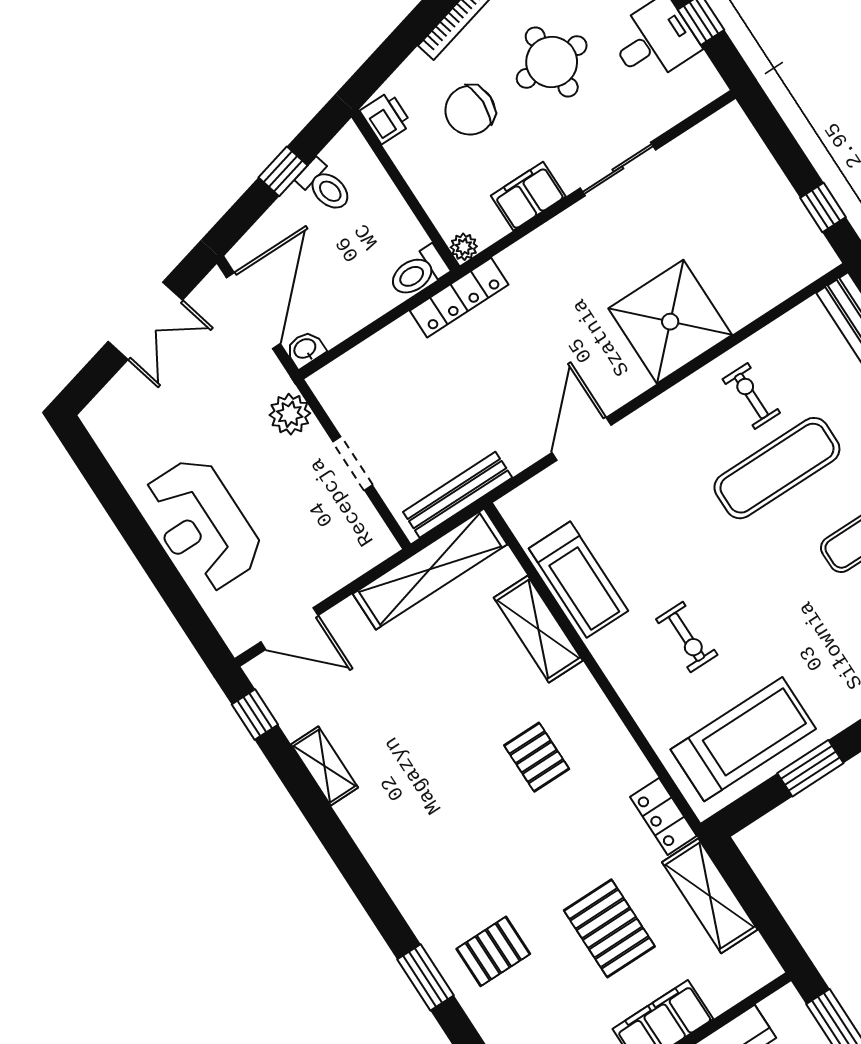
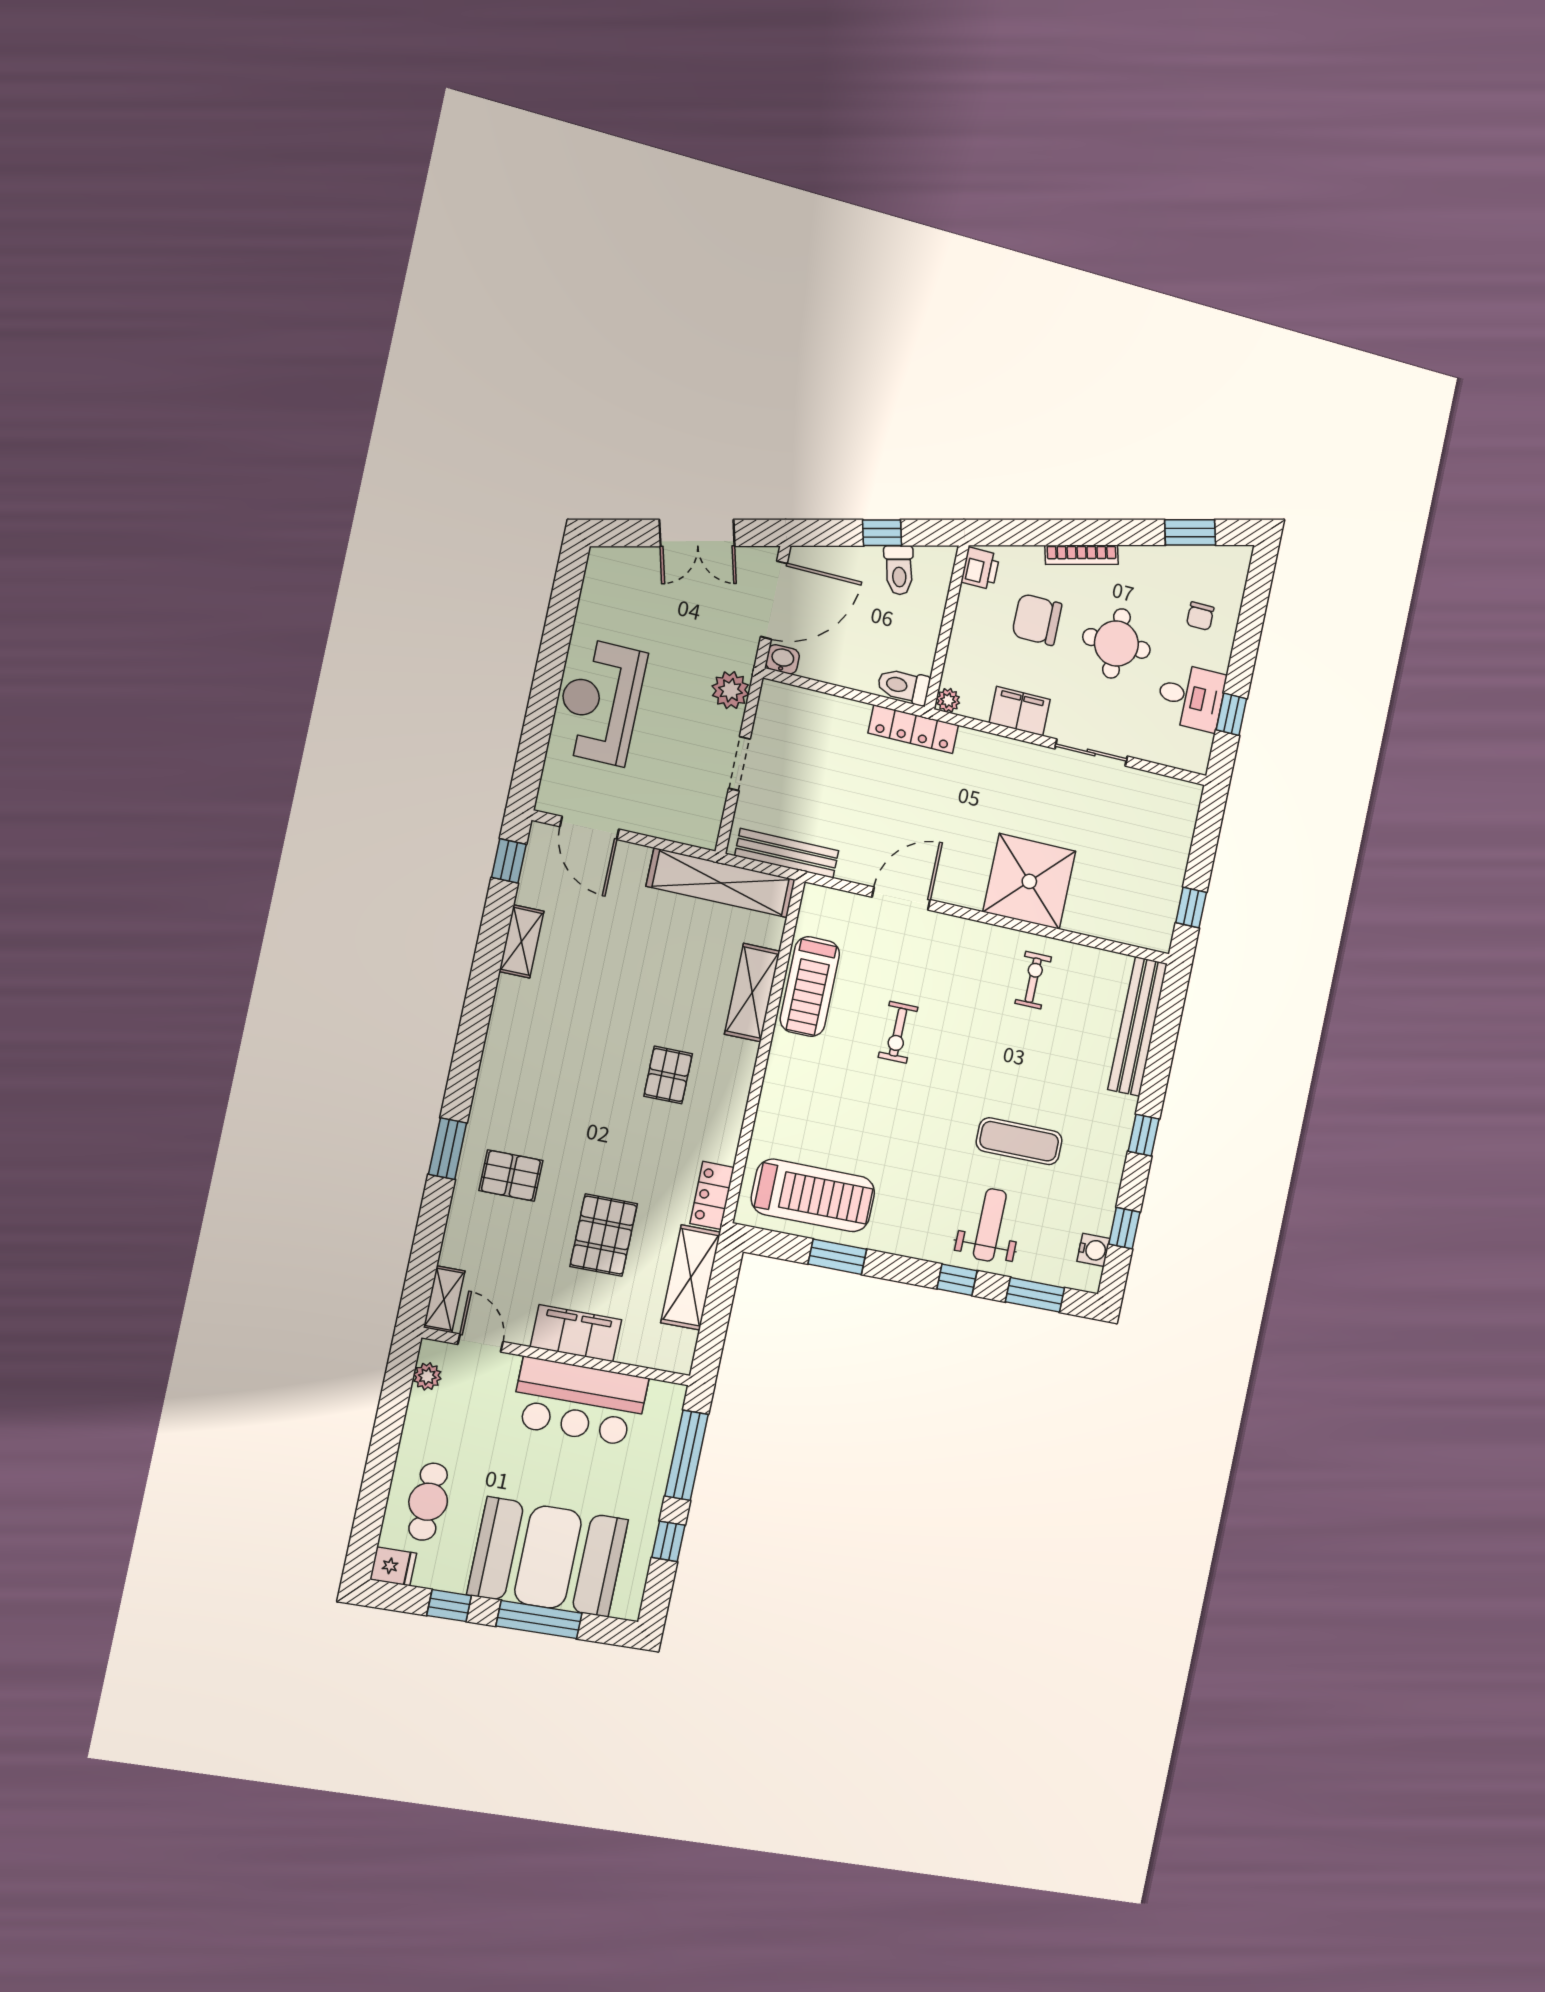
exercise mat: (777, 468) -> (1004, 1042), removed
exercise bike: (687, 637) -> (898, 1032), moved

